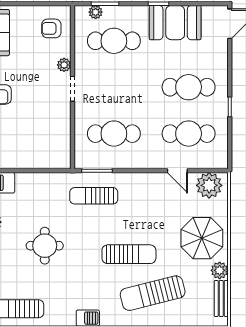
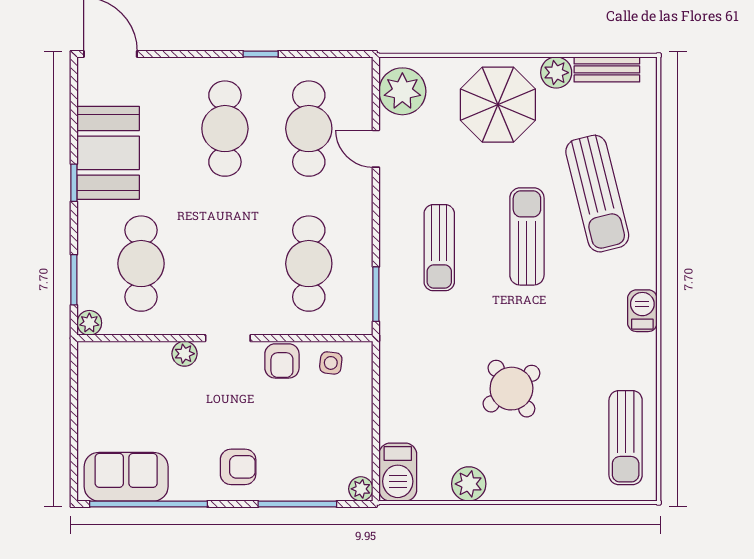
plant: (96, 12) -> (89, 323), moved
armchair: (51, 28) -> (282, 361), moved
side table: (59, 146) -> (331, 363), added
door: (177, 171) -> (376, 149), swing flipped
sun lounger: (94, 196) -> (439, 248), moved
round table: (45, 246) -> (511, 389), turned -37

